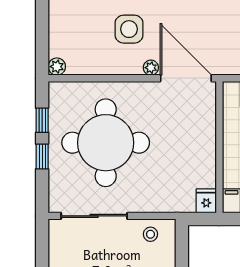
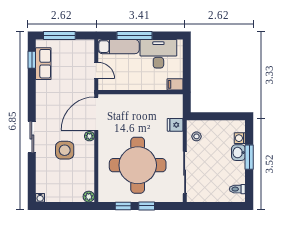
fridge: (206, 201) -> (175, 125), moved

